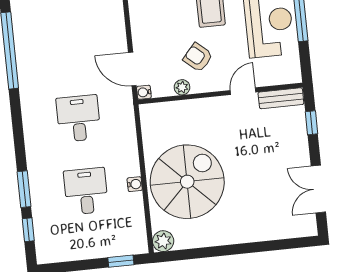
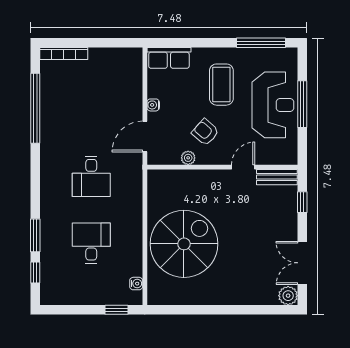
door: (132, 69) -> (145, 137), hinge flipped
water cooler: (144, 92) -> (153, 105), moved
desk: (78, 118) -> (91, 176), turned 180
water cooler: (135, 184) -> (136, 284), moved
plant: (163, 241) -> (288, 296), moved

